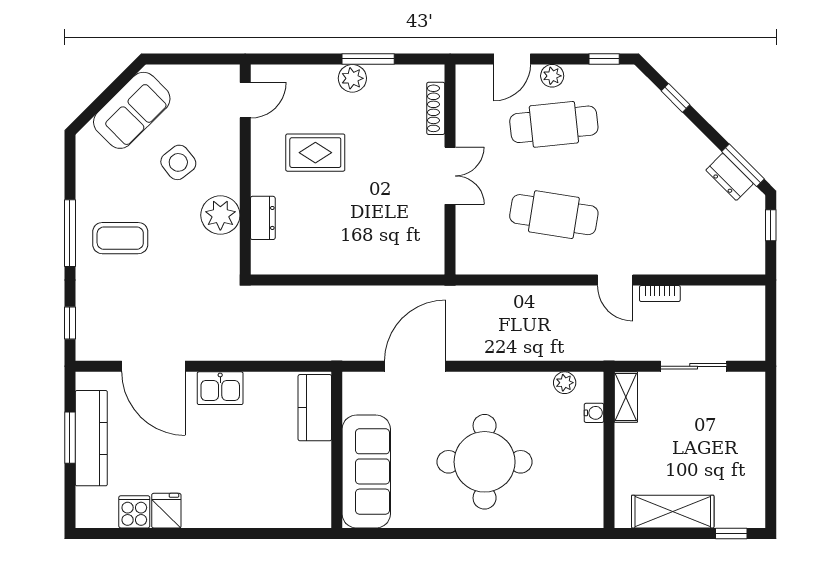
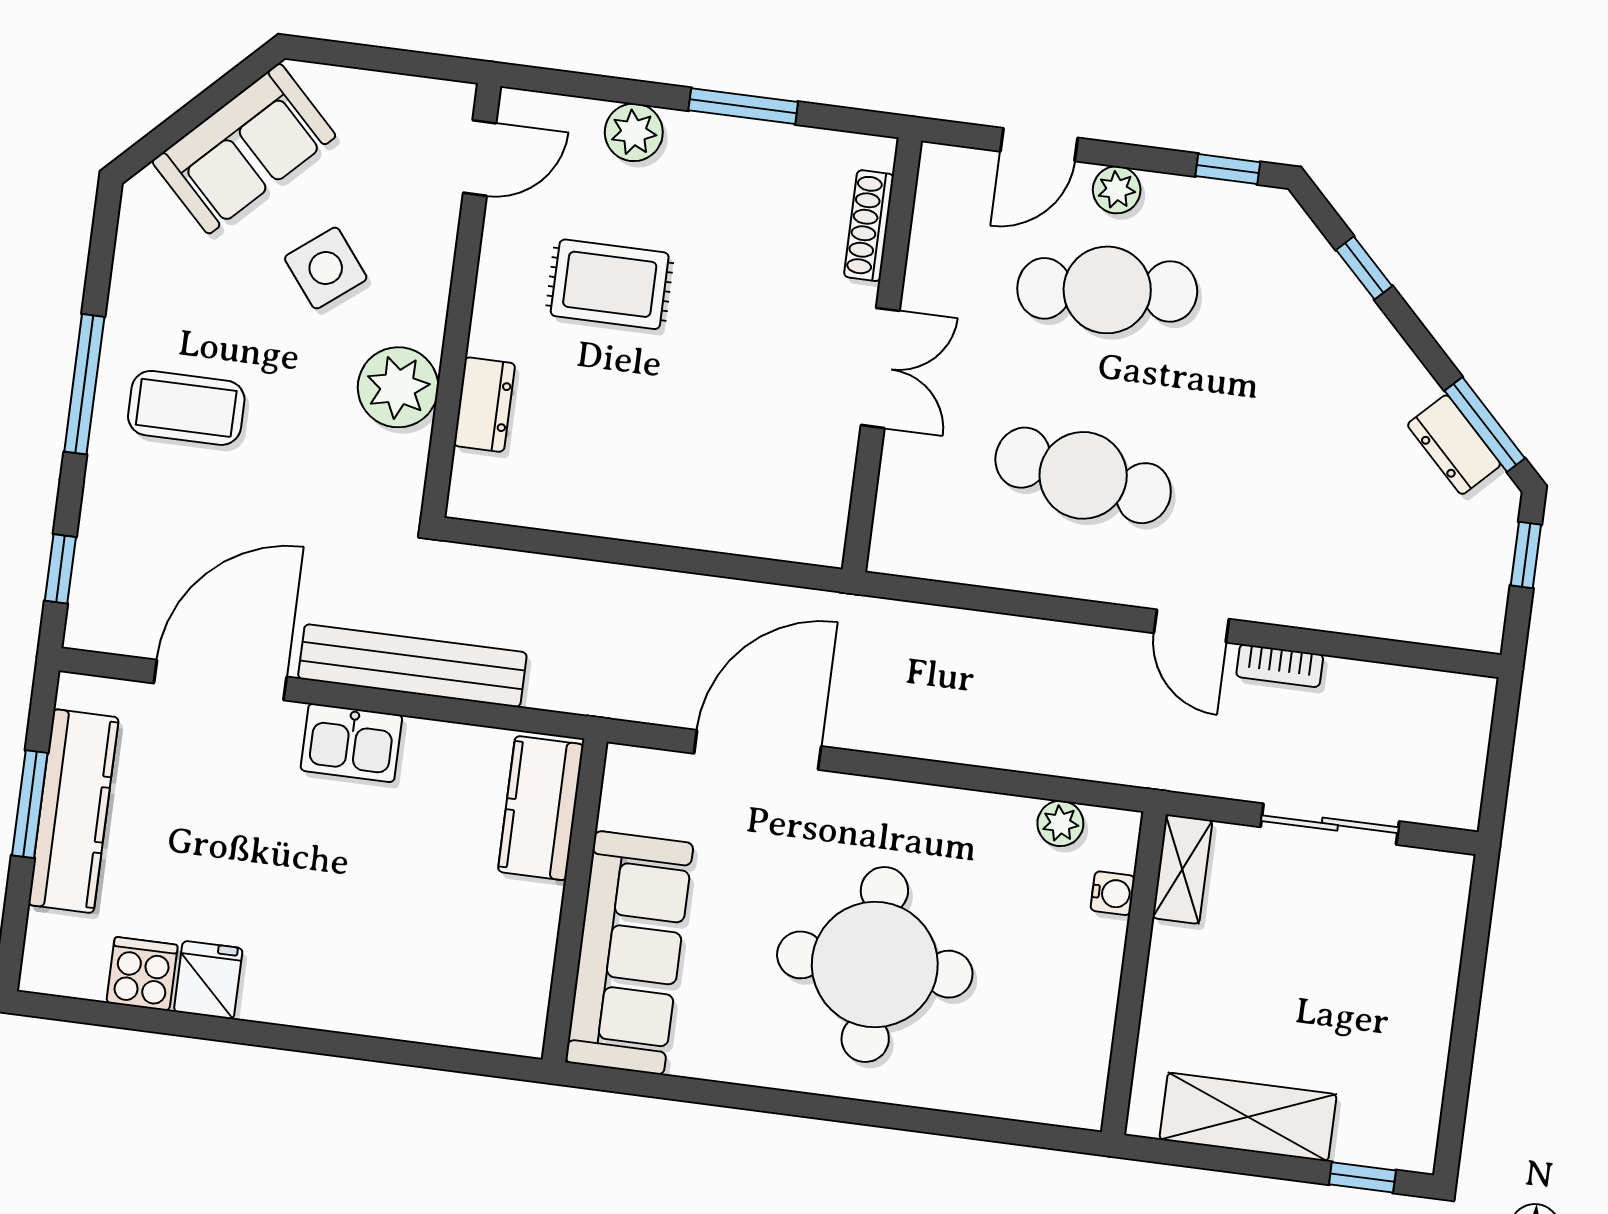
plant: (352, 78) -> (634, 132), moved
bench: (245, 347) -> (412, 666), added
door: (153, 366) -> (220, 680), swing flipped

